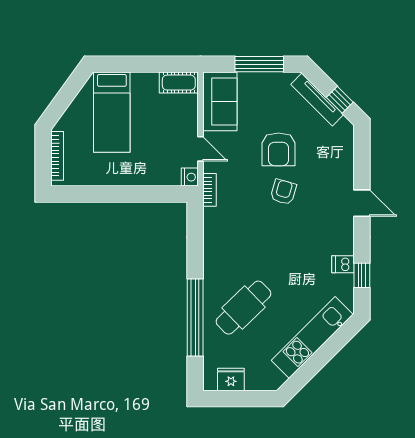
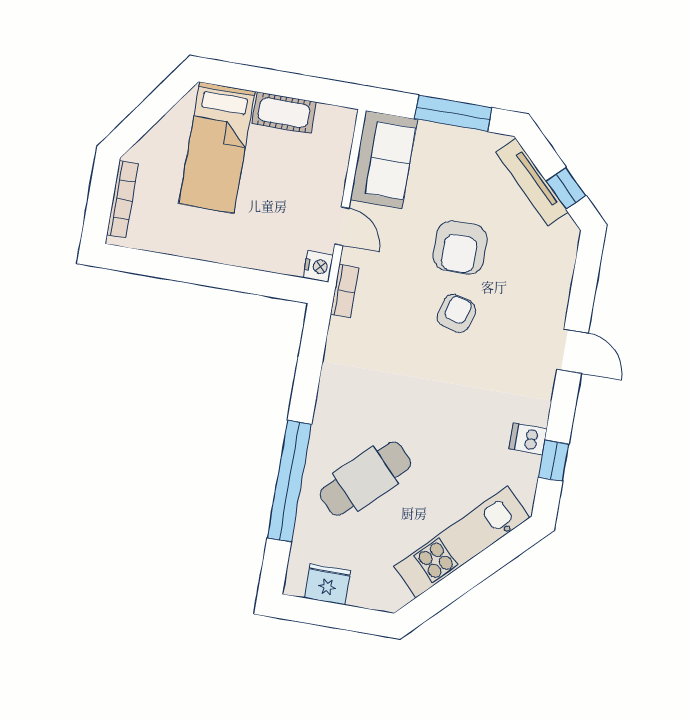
cot: (179, 83) -> (284, 113), moved

